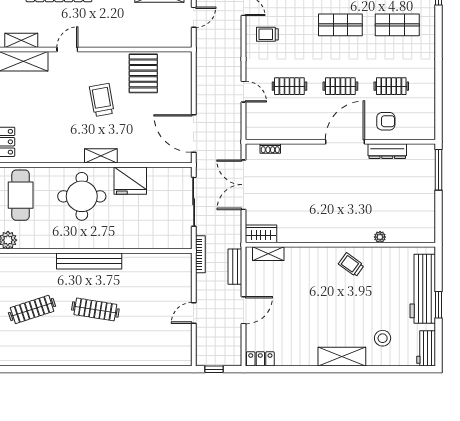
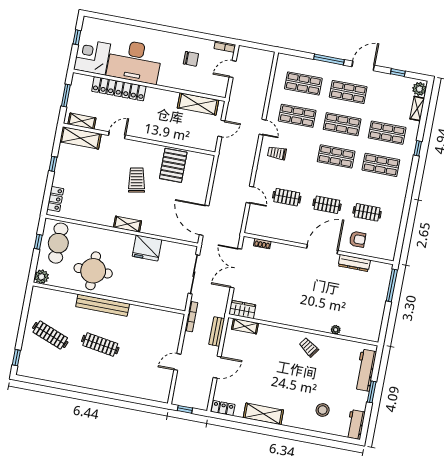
round table: (82, 196) -> (93, 271), moved
workbench: (423, 289) -> (365, 370), width x0.73, depth x0.76
clothes rail: (32, 309) -> (50, 335), turned 39
shelving: (342, 357) -> (263, 414), moved

